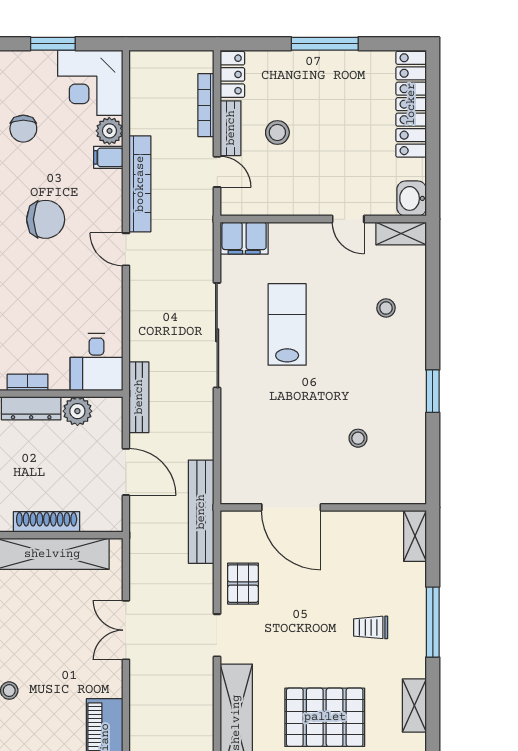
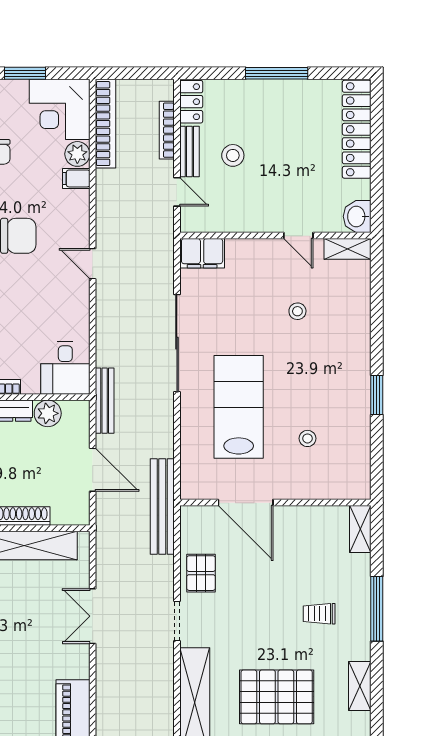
bookcase: (140, 184) -> (106, 124), moved
stool: (386, 308) -> (297, 311), moved
lab bench: (287, 324) -> (239, 407), moved, width x1.36, depth x1.39

